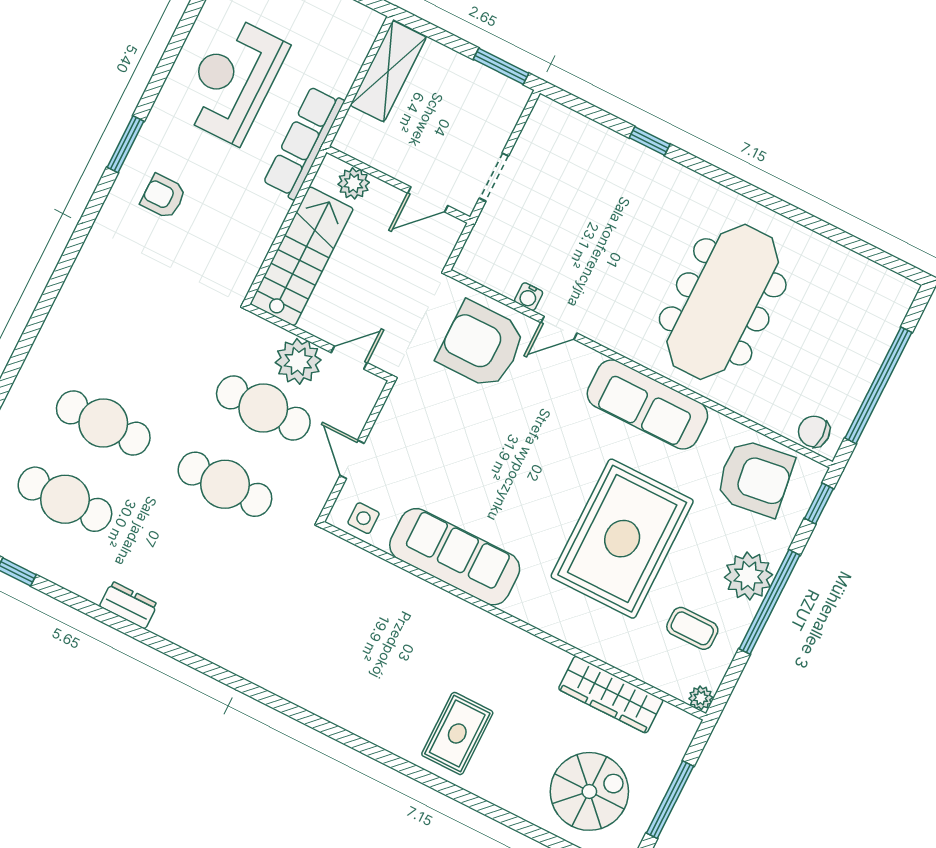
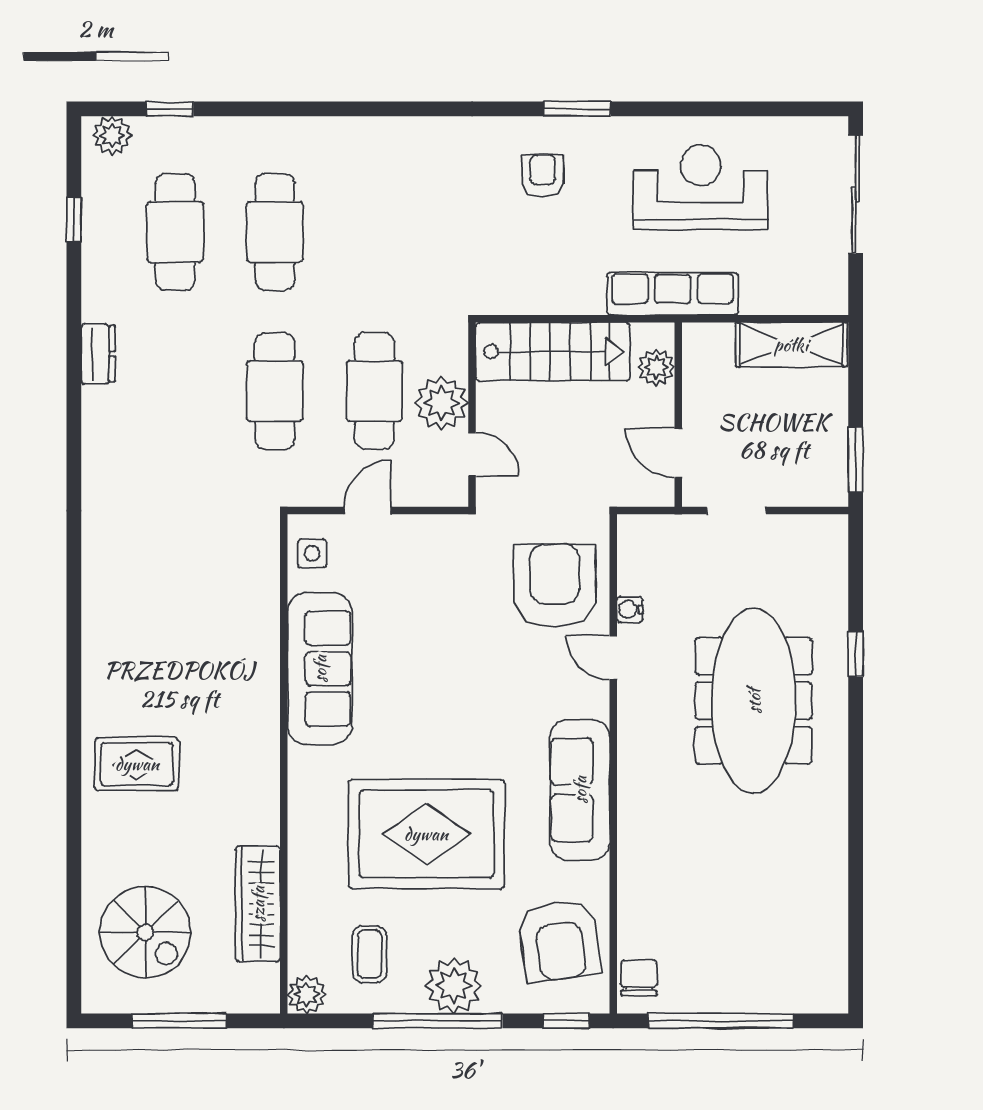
meeting table: (723, 302) -> (754, 701), moved, turned 90
plant: (701, 698) -> (307, 994), width x1.38, depth x1.38

